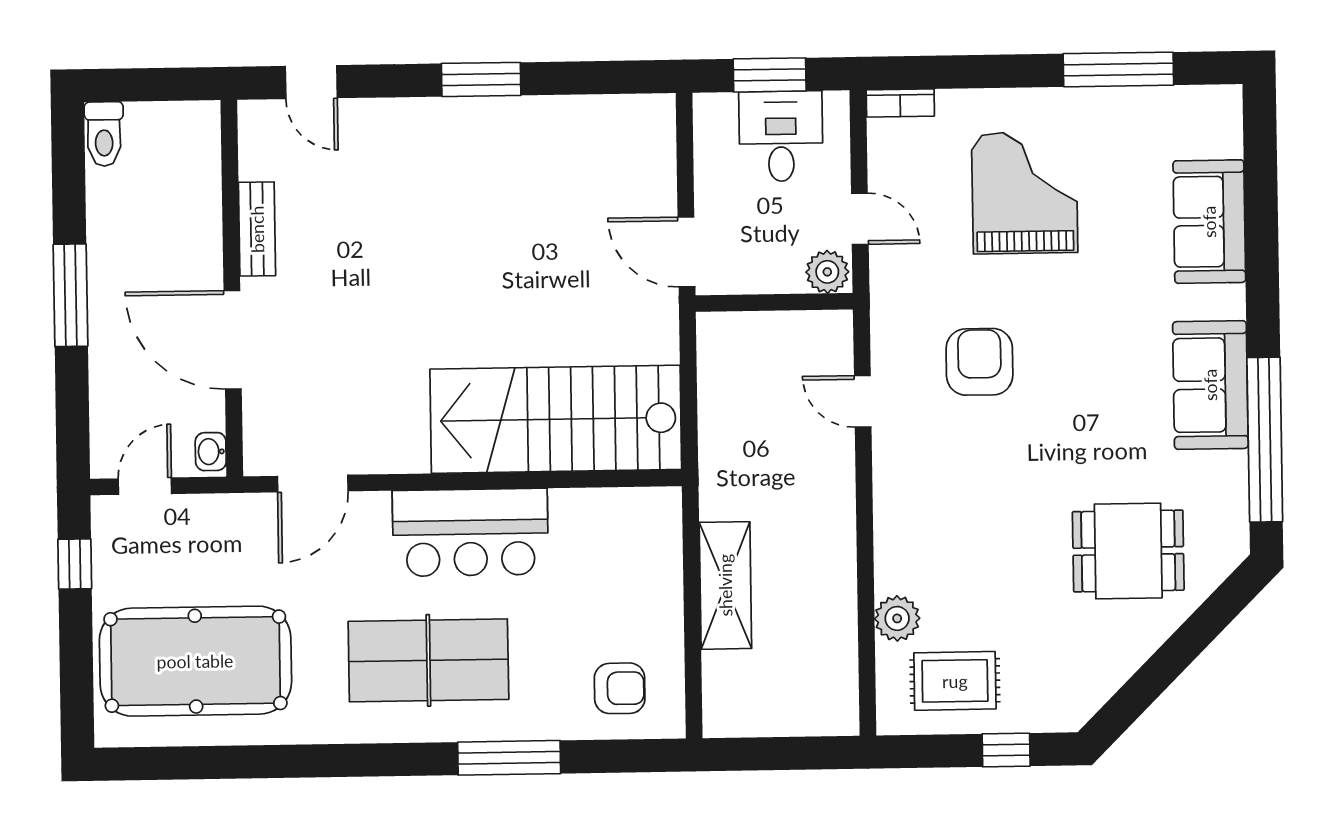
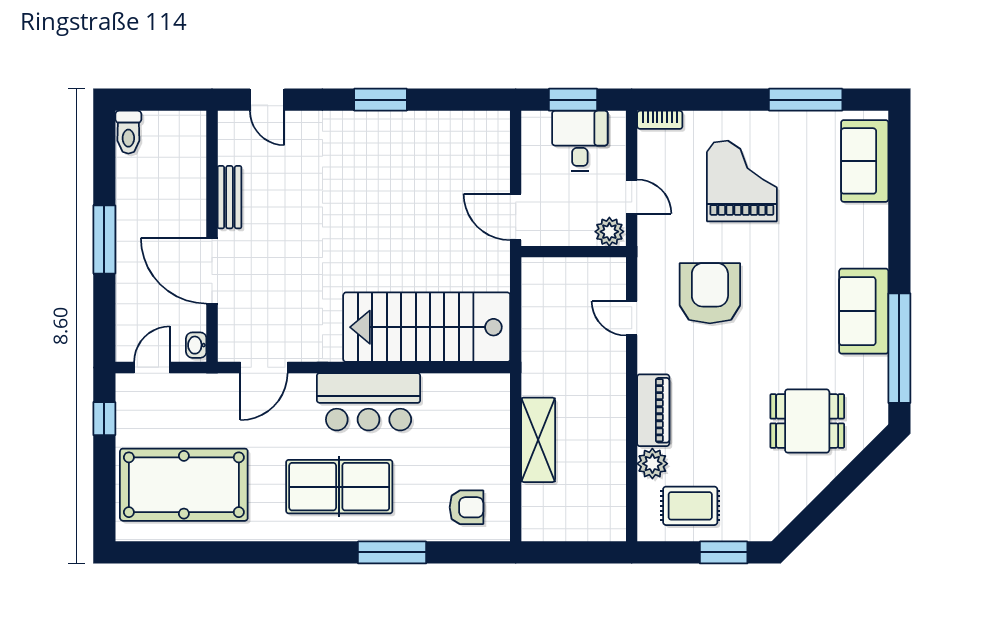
sofa: (1209, 222) -> (865, 161), moved
armchair: (979, 362) -> (710, 293), width x1.36, depth x1.36
piano: (897, 538) -> (653, 410), added
window: (1006, 750) -> (724, 552), width x1.50

